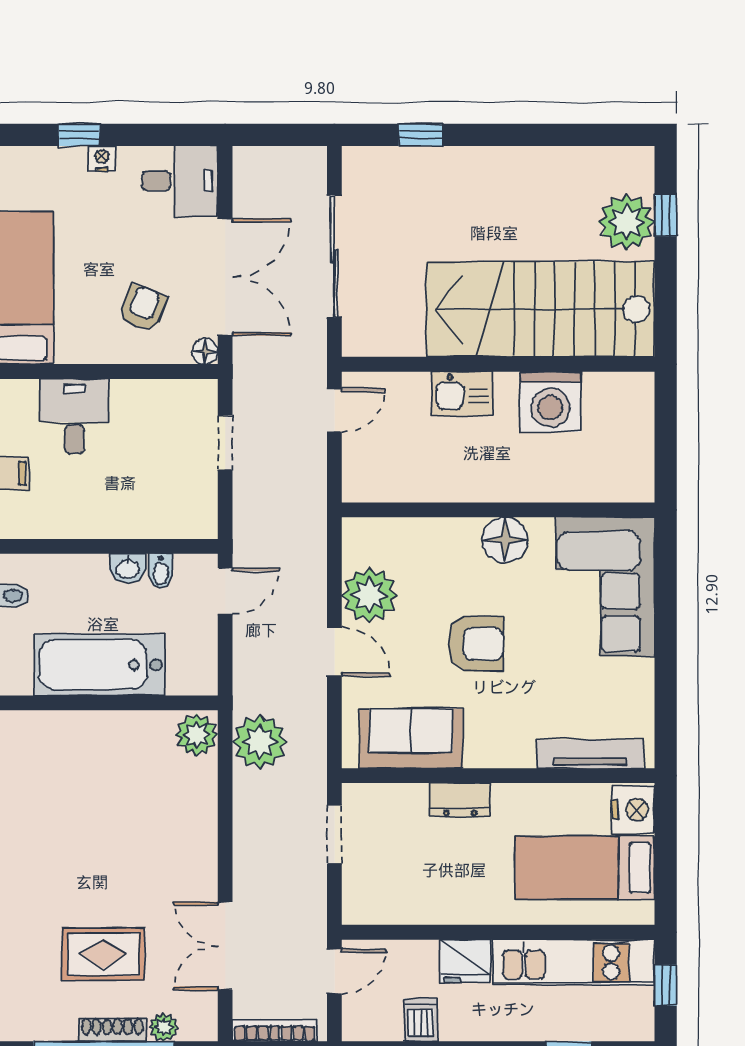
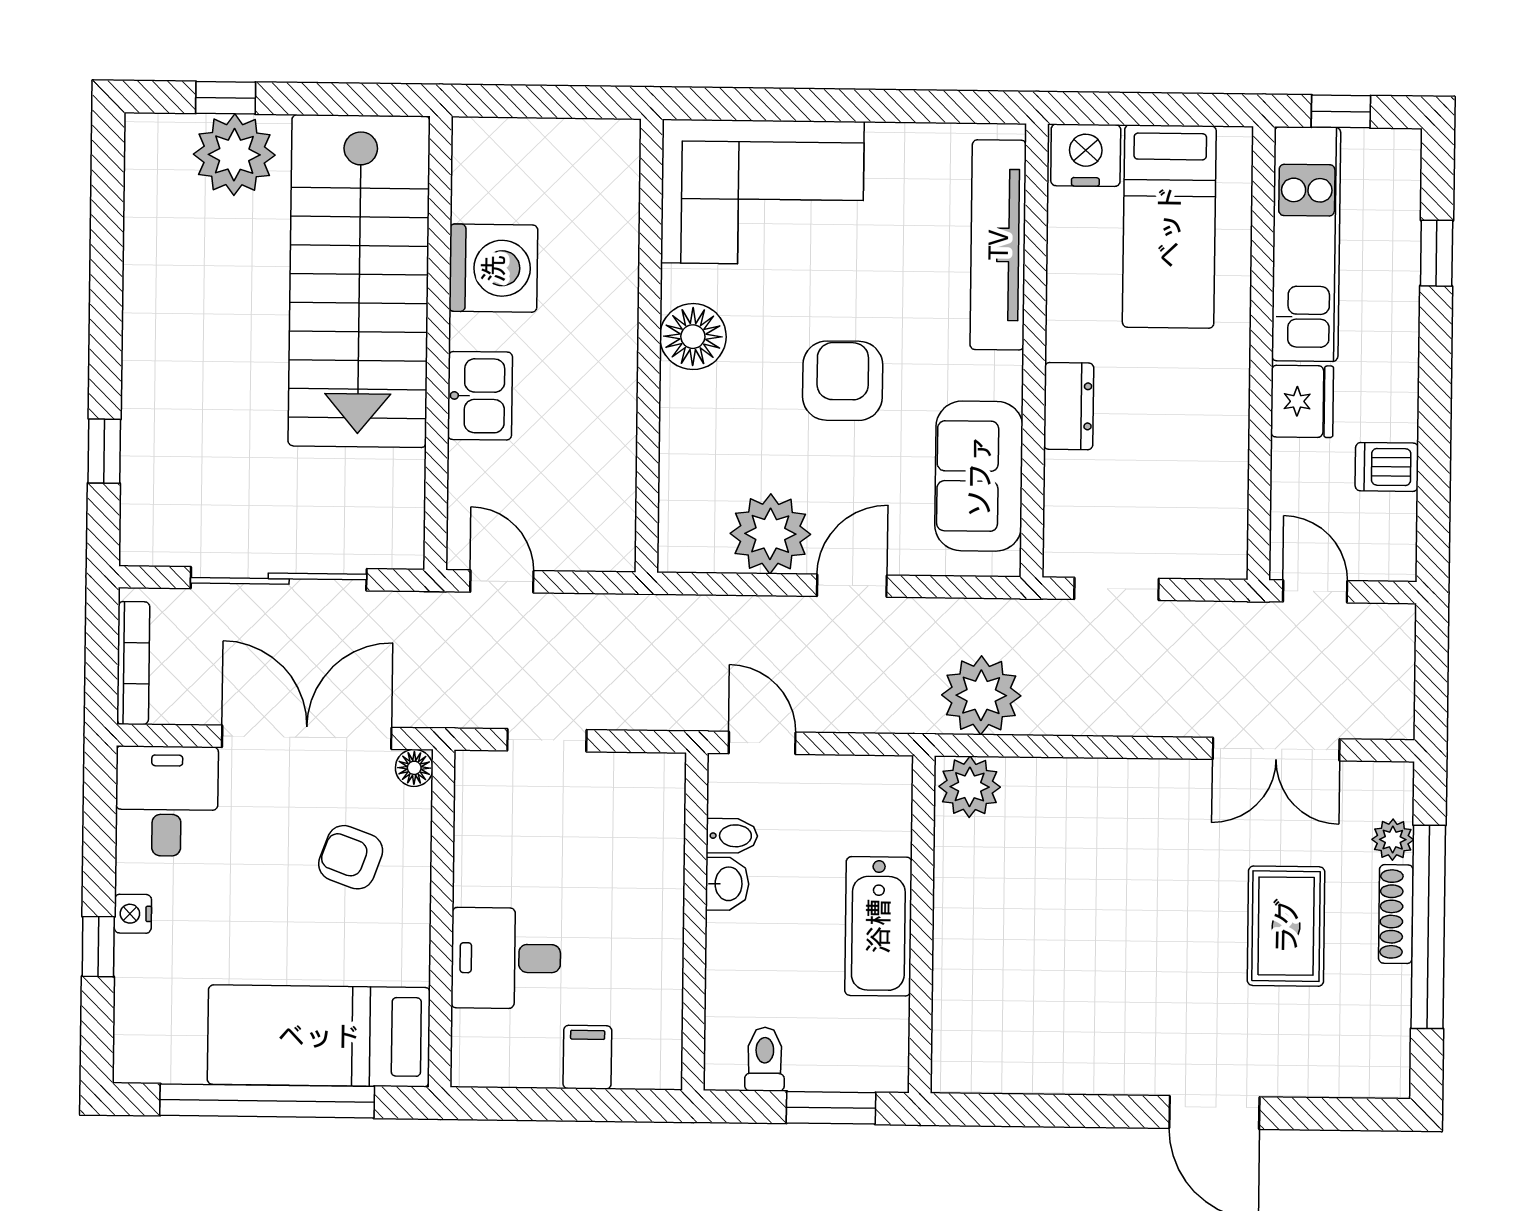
bathtub: (100, 665) -> (878, 926), width x0.73, depth x0.73
tv unit: (590, 754) -> (998, 245), width x1.36, depth x1.29
bookcase: (275, 1031) -> (133, 663), moved, turned 180

